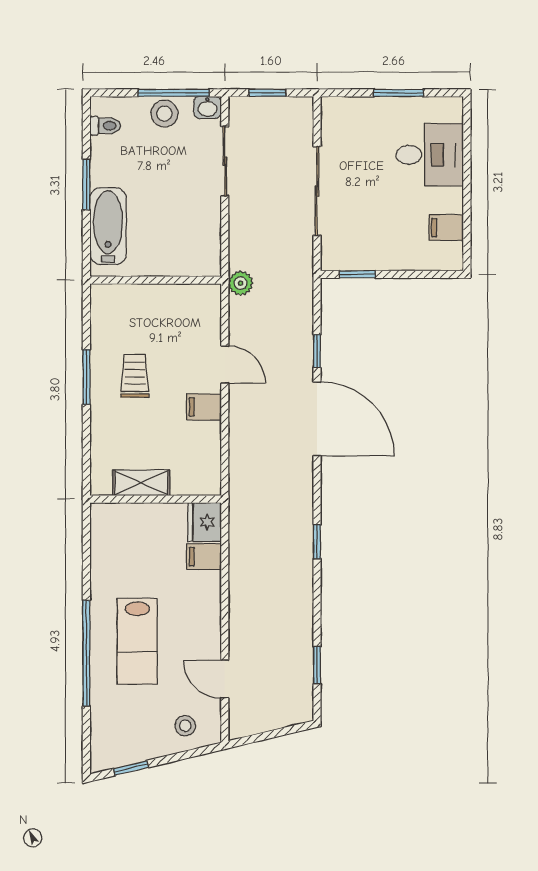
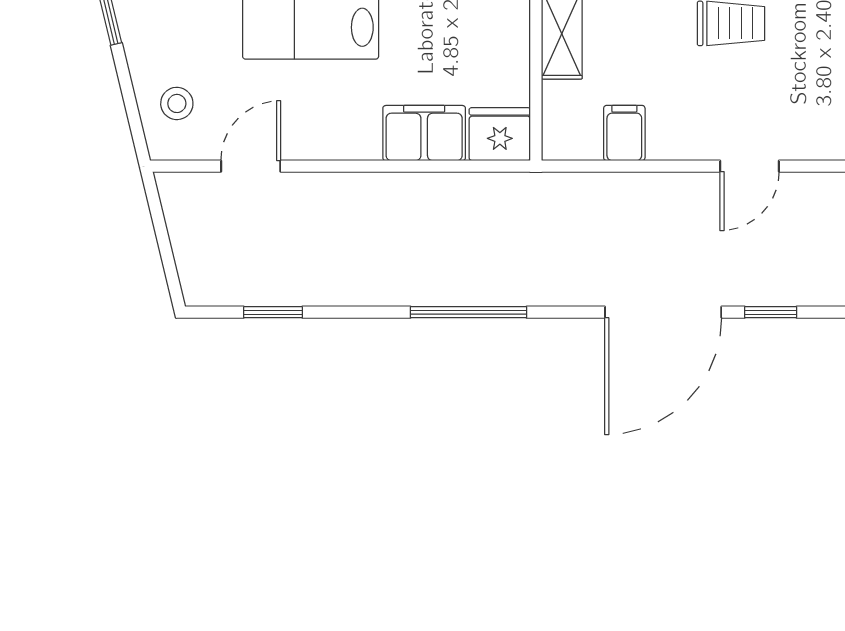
filing cabinet: (204, 407) -> (624, 133), moved
window: (317, 542) -> (468, 312), width x2.17
filing cabinet: (204, 557) -> (424, 133), width x2.00

